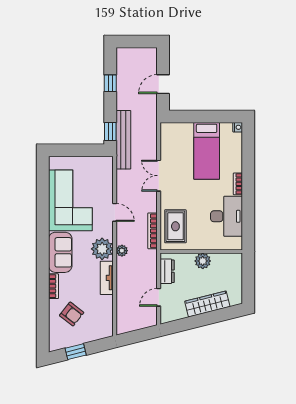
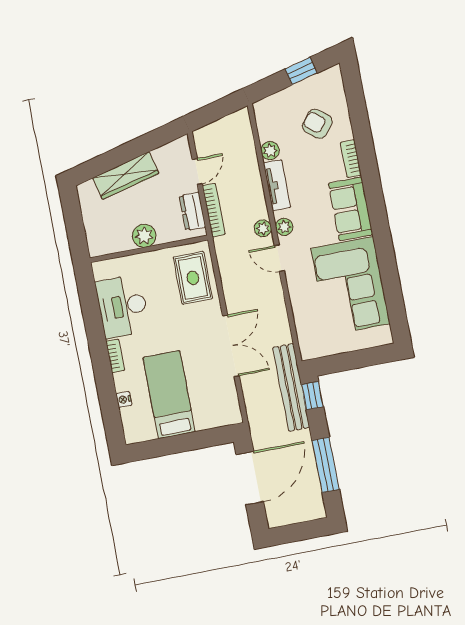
window: (110, 83) -> (326, 465), width x2.17
door: (163, 84) -> (250, 478), width x1.87
nightstand: (238, 127) -> (124, 399), moved
double door: (159, 176) -> (231, 346), width x1.37
door: (115, 212) -> (279, 258), moved
bookcase: (153, 231) -> (214, 210), moved
plant: (102, 249) -> (284, 227), width x0.53, depth x0.53
plant: (107, 302) -> (270, 151), added

